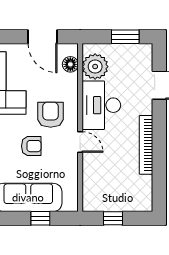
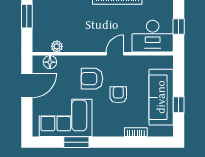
plant: (95, 67) -> (57, 46), width x0.53, depth x0.53
desk: (101, 105) -> (153, 36), moved
window: (40, 218) -> (179, 105), moved

